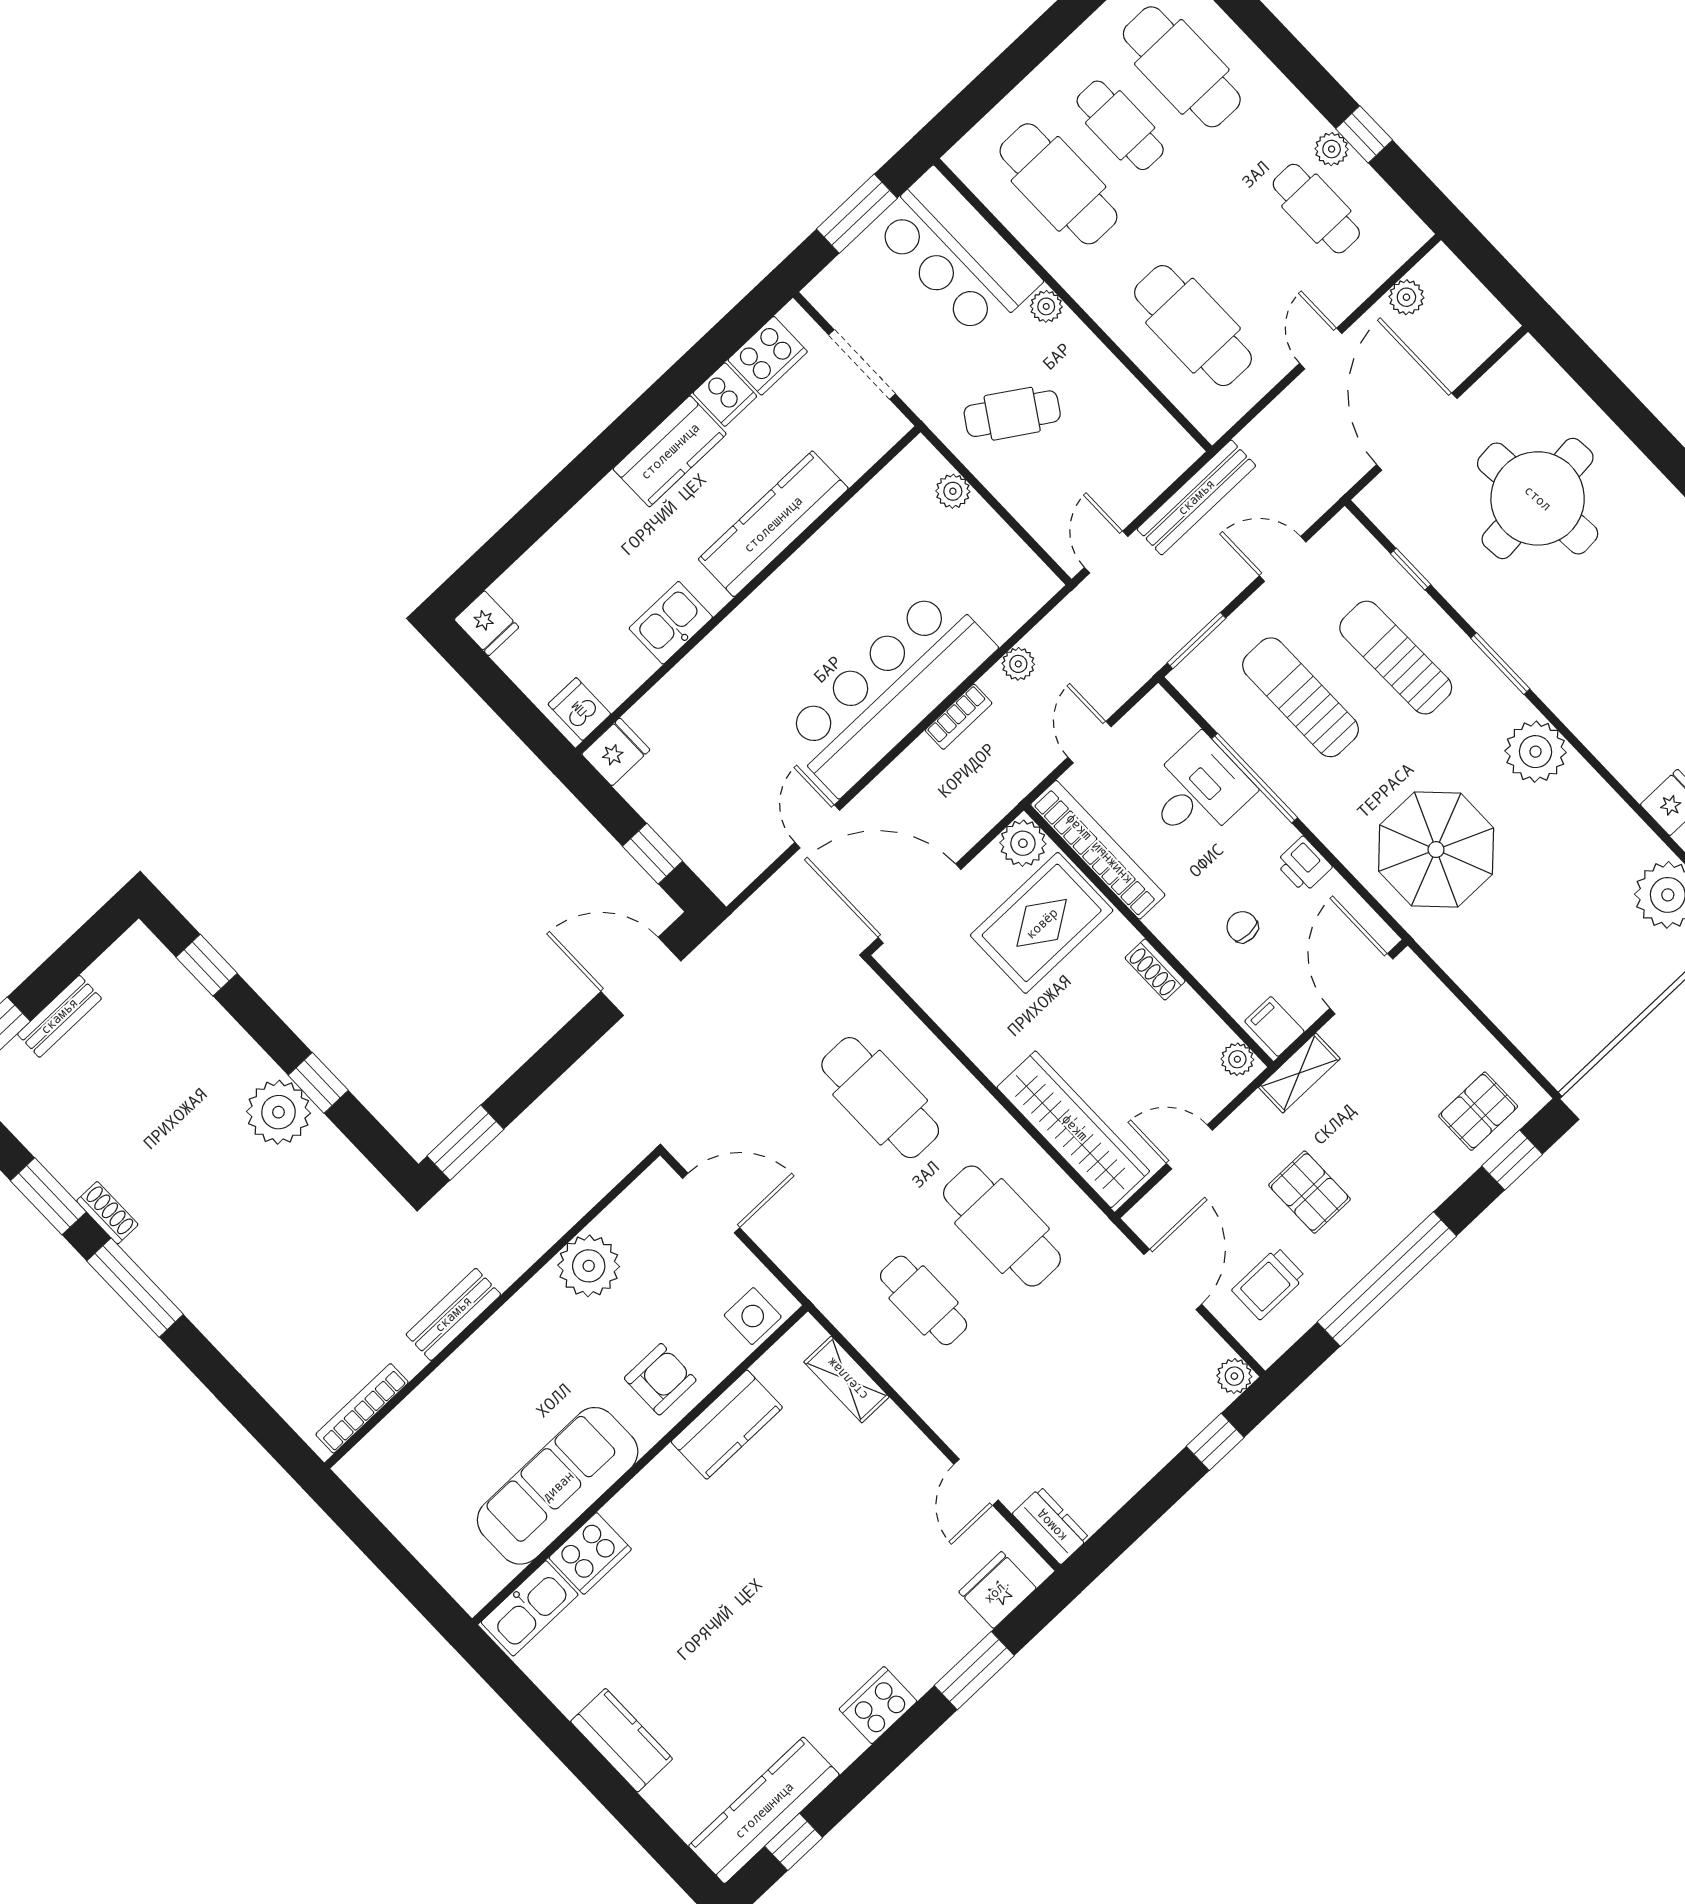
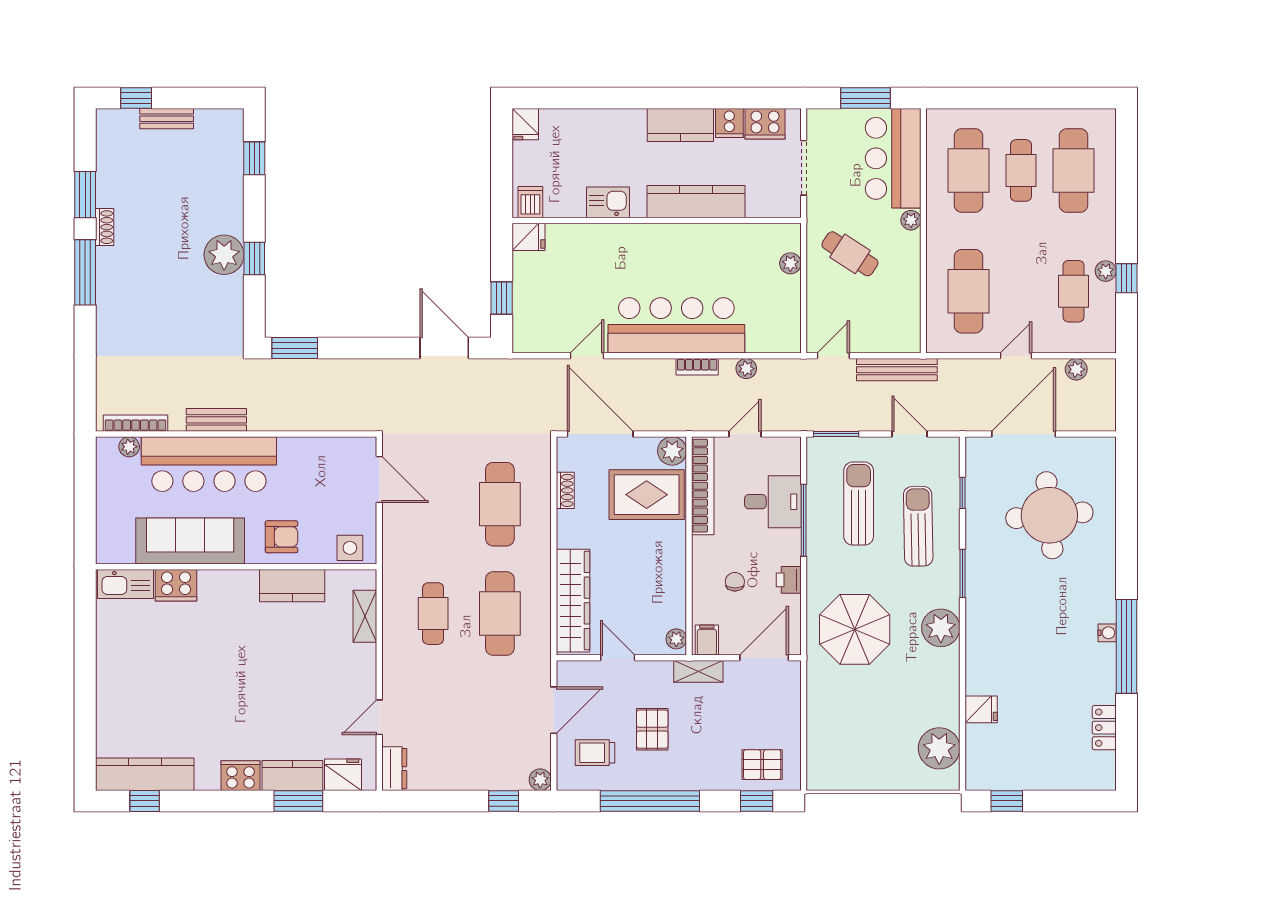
shoe rack: (1155, 969) -> (565, 490), moved, turned 180
plant: (589, 1266) -> (129, 447), moved, width x0.53, depth x0.53
bar counter: (494, 1375) -> (209, 464), added
kitchen counter: (622, 1740) -> (292, 775), moved, turned -90

